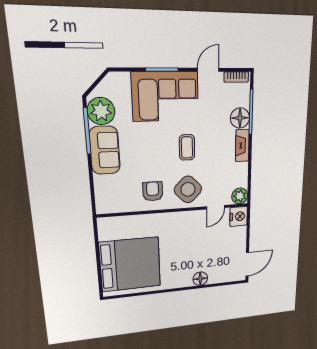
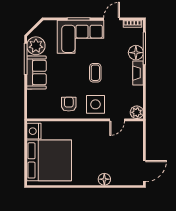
side table: (188, 189) -> (95, 104), turned 45
nightstand: (239, 216) -> (34, 131), moved, turned 180

